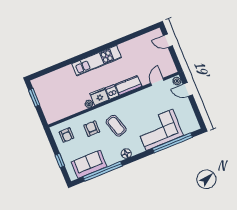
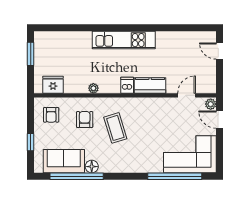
fridge: (99, 97) -> (53, 85), moved
corner sofa: (159, 130) -> (190, 154), moved
floor lamp: (126, 154) -> (92, 167), moved

